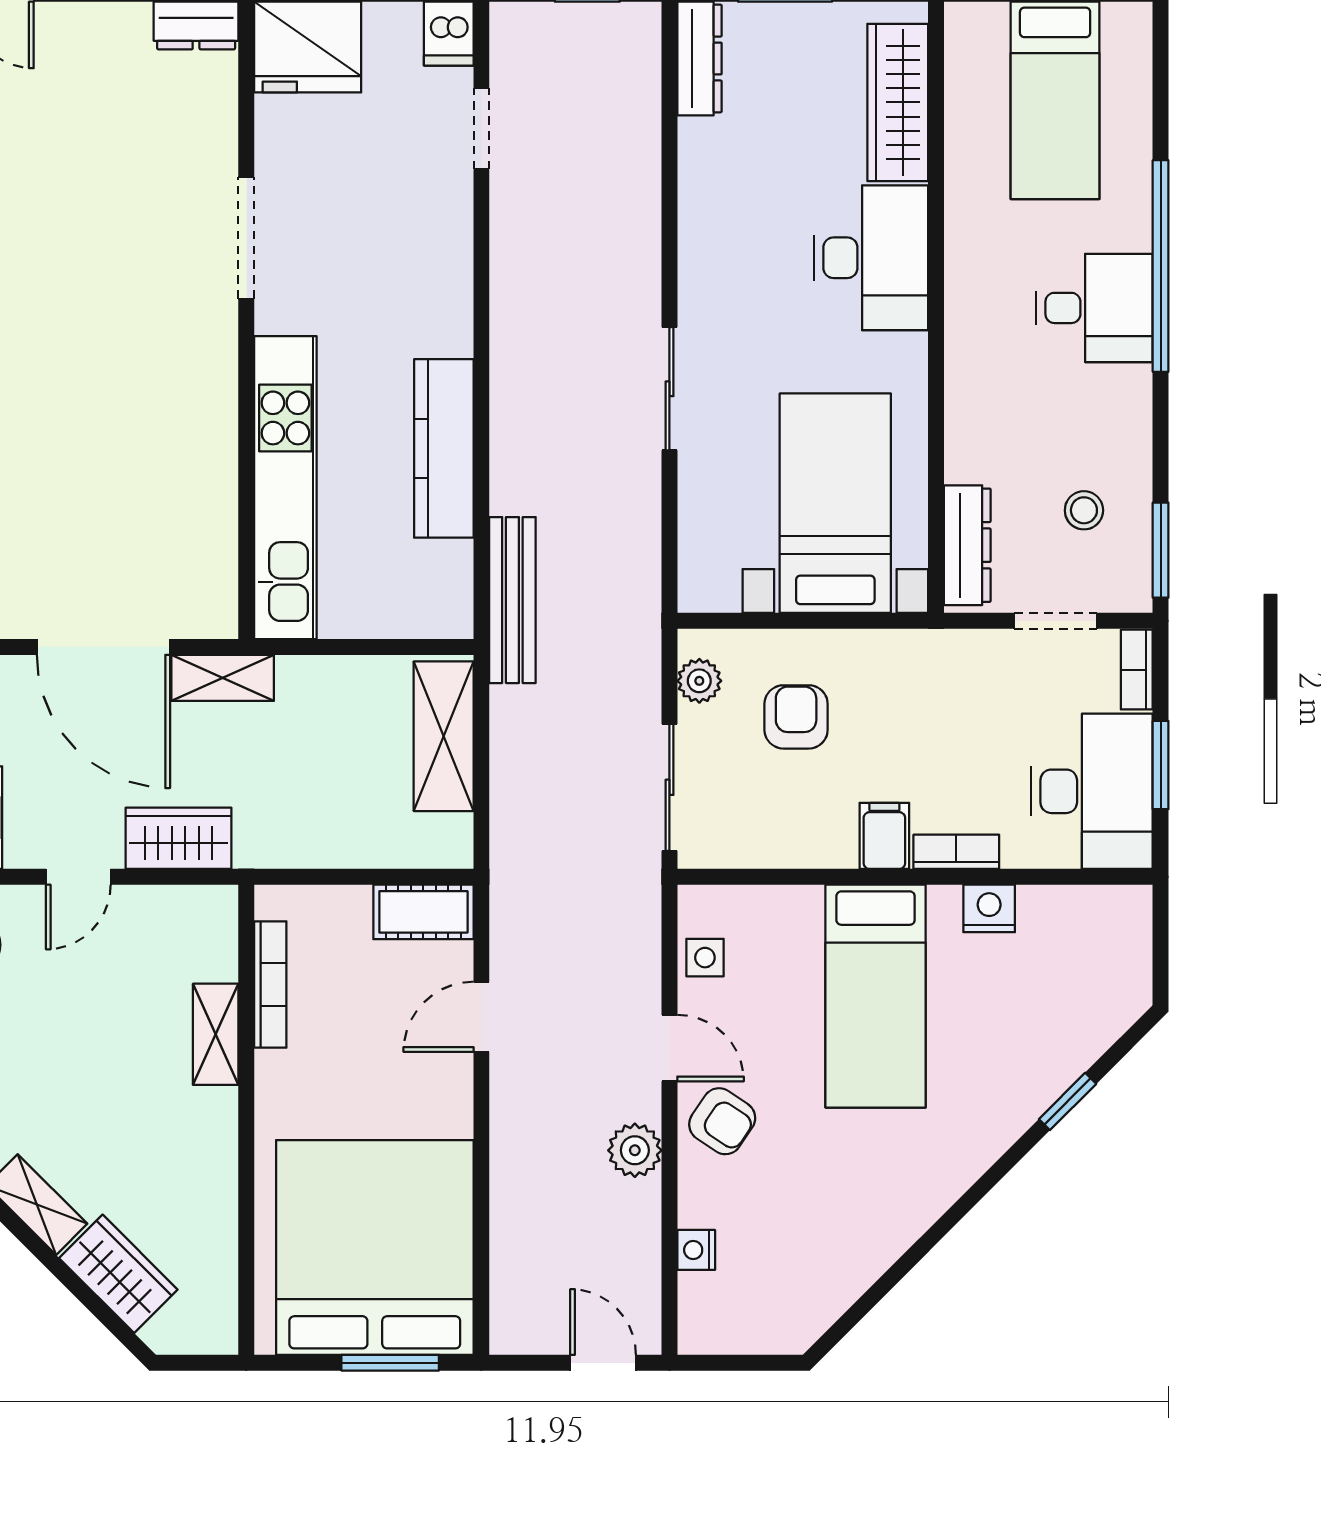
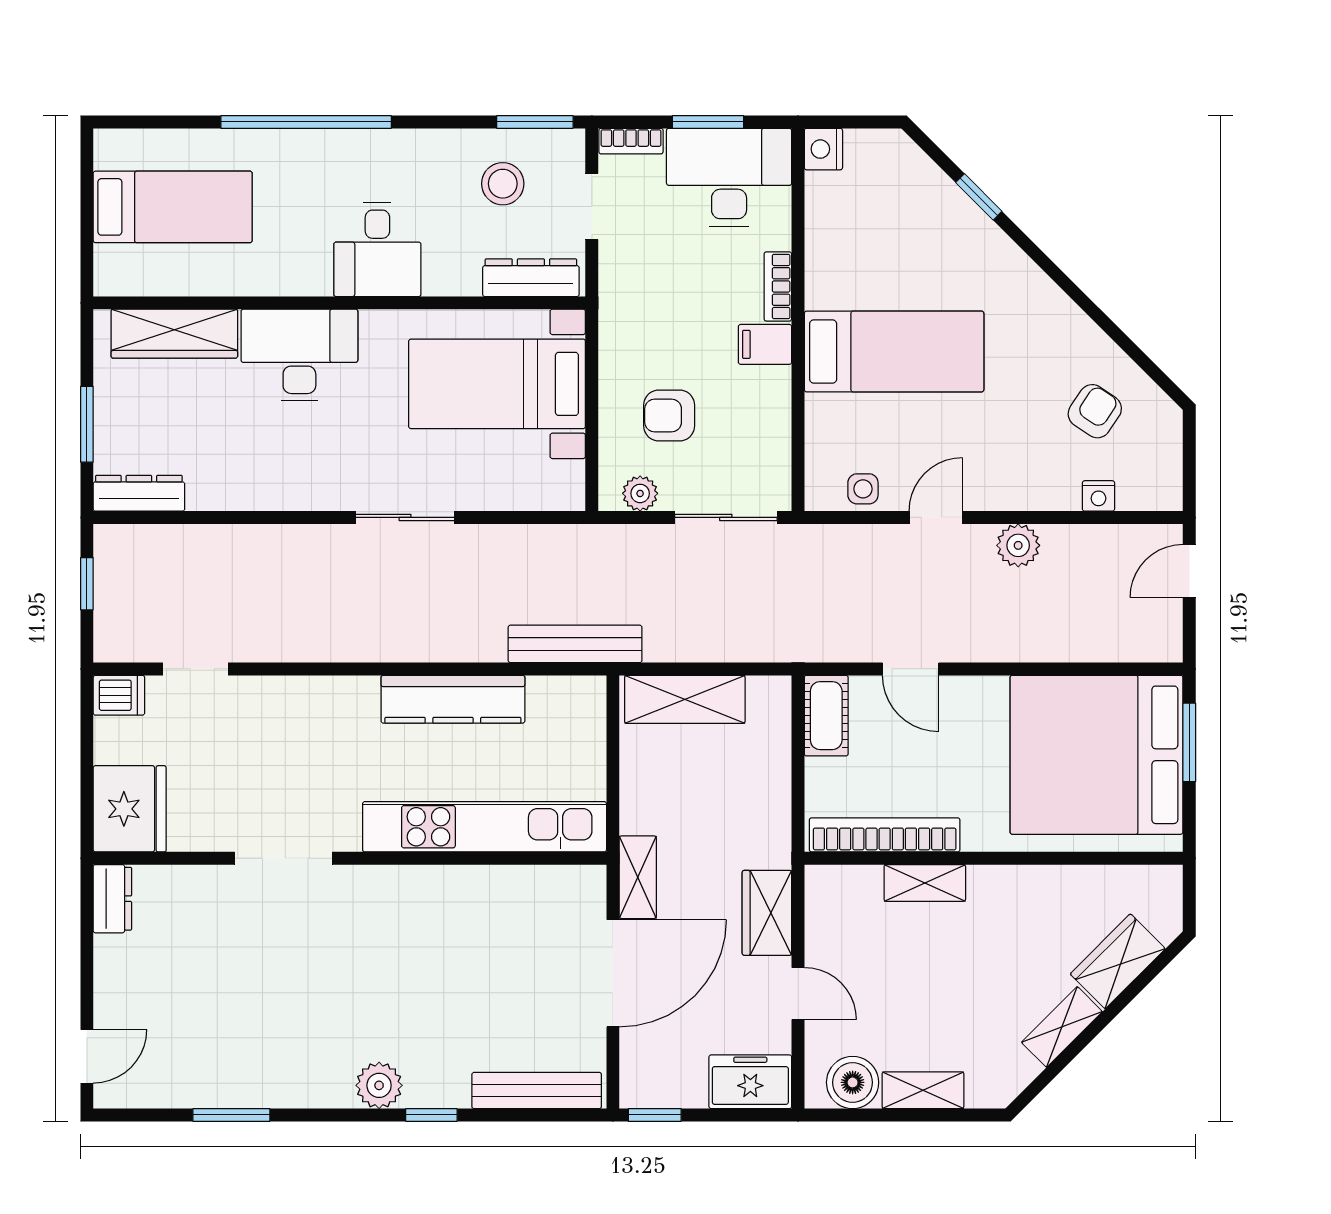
desk: (1094, 308) -> (377, 250), moved, turned 180
stool: (1084, 510) -> (503, 184), width x1.37, depth x1.37
nightstand: (989, 908) -> (823, 149), moved
bookcase: (270, 984) -> (885, 835), width x1.48, depth x1.31
armchair: (722, 1121) -> (1095, 411), moved

